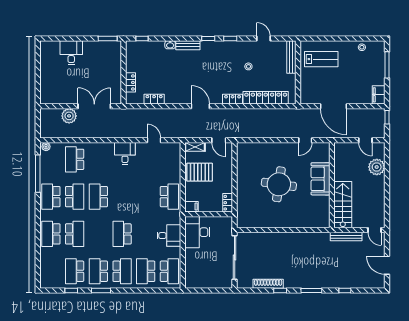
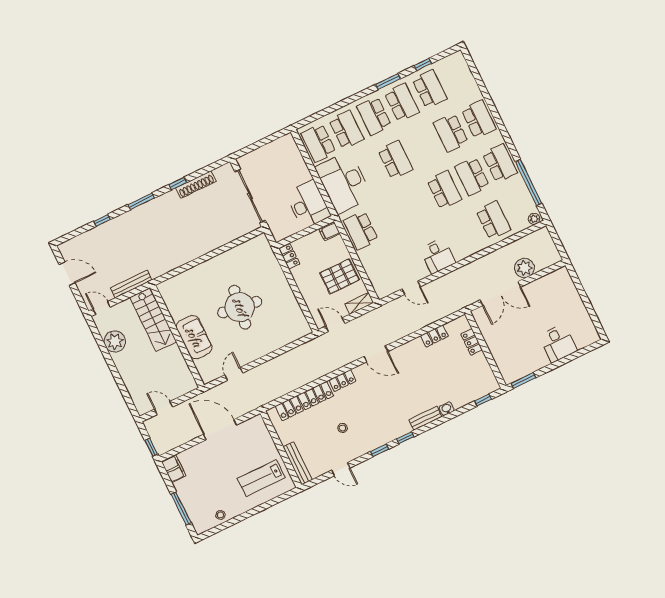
plant: (377, 167) -> (115, 341), moved
desk: (169, 236) -> (344, 182), width x1.87, depth x1.30

